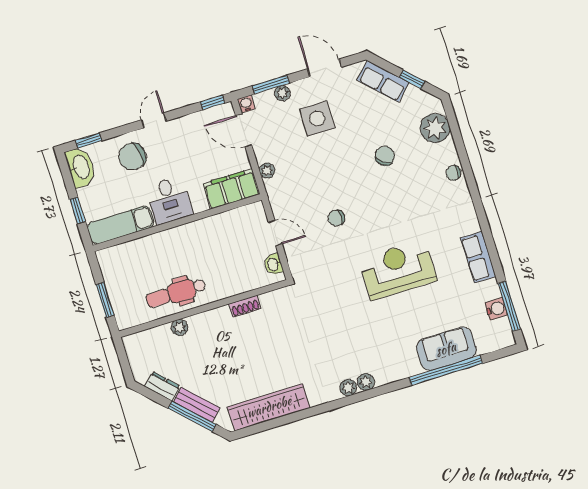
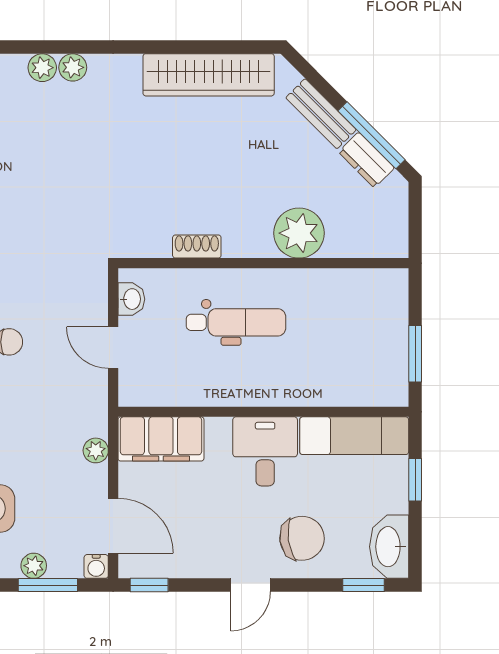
dental chair: (176, 293) -> (236, 322), moved
window: (105, 300) -> (415, 354), moved
plant: (179, 327) -> (299, 233), width x1.88, depth x1.88
window: (192, 416) -> (372, 135), moved

